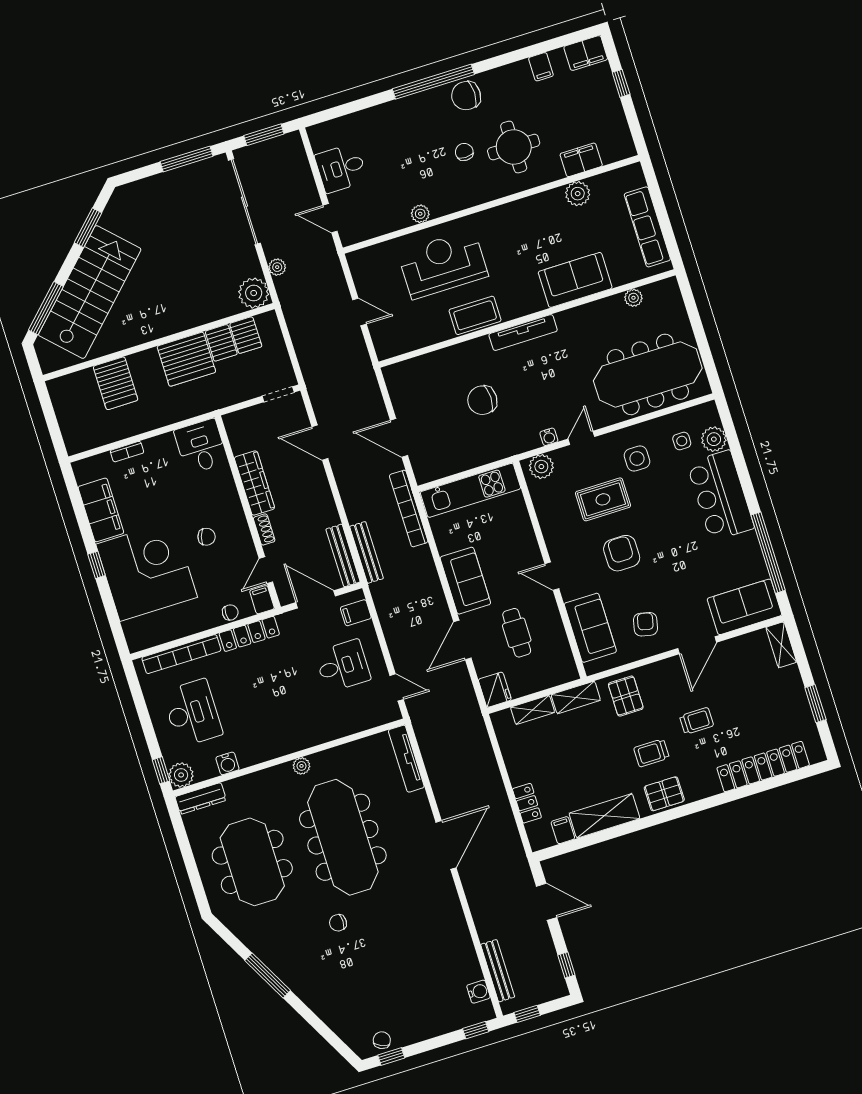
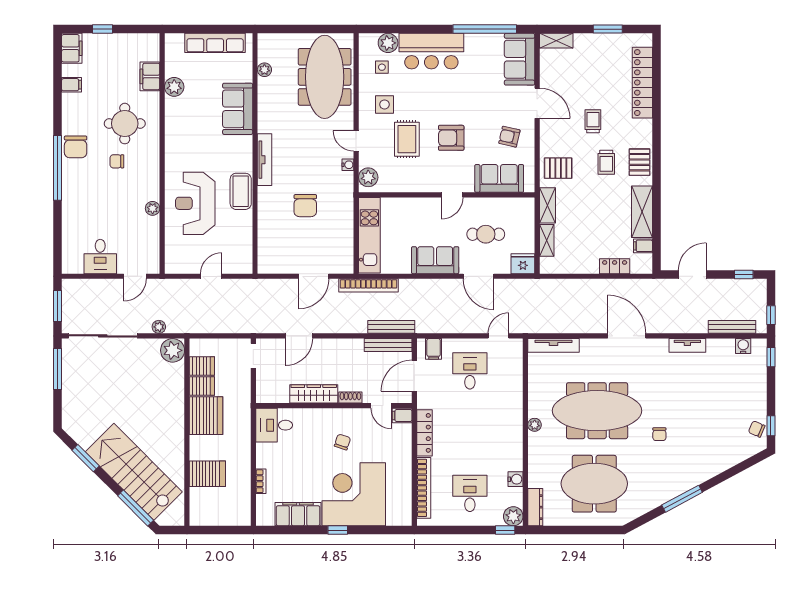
chair: (230, 612) -> (404, 442), removed
desk: (192, 713) -> (470, 493), width x0.73
tv unit: (458, 923) -> (687, 345), added

